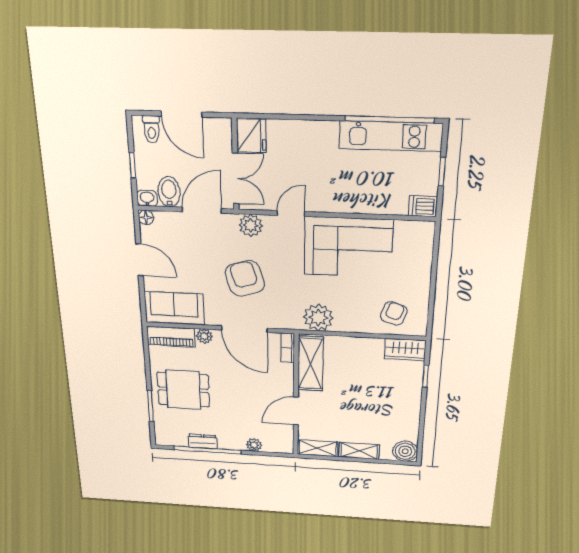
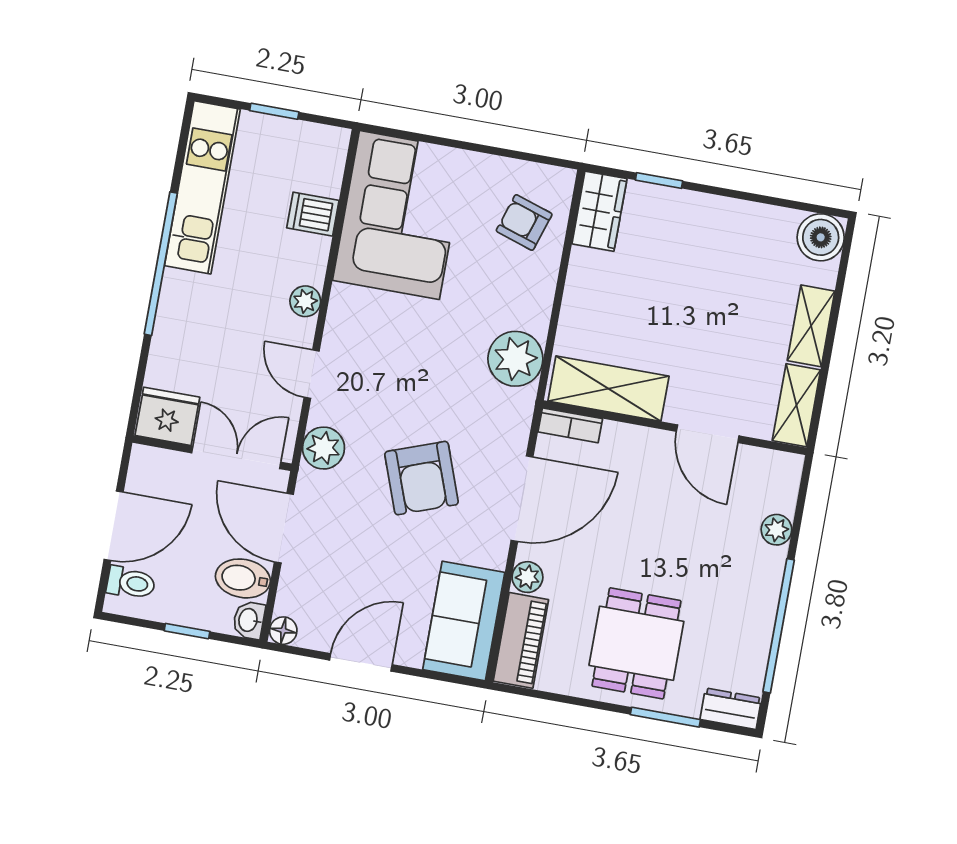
window: (389, 119) -> (161, 264), moved
plant: (332, 204) -> (305, 301), added
dishwasher: (423, 206) -> (313, 214), moved, turned 90
corner sofa: (348, 247) -> (399, 215), moved
armchair: (245, 278) -> (422, 478), turned -94
dresser: (203, 441) -> (731, 709), moved, turned 90

